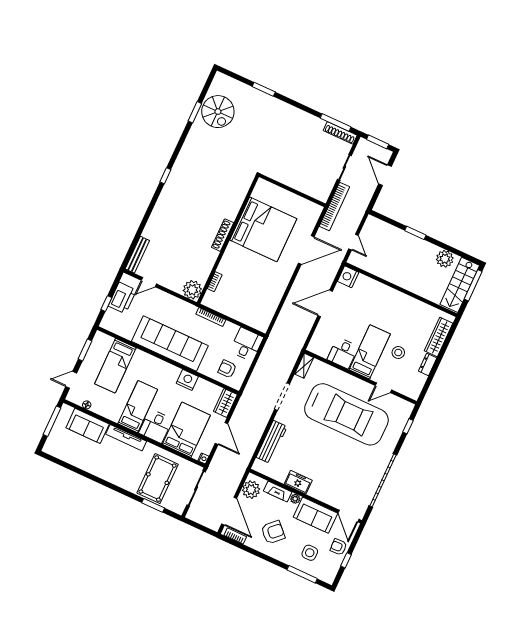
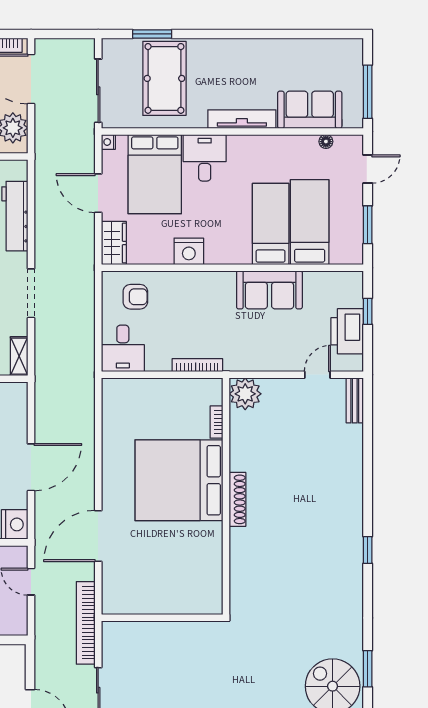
bed: (263, 229) -> (179, 480), moved
bench: (137, 255) -> (355, 400), width x0.73
sofa: (170, 344) -> (269, 290), width x0.54, depth x0.79
bed: (138, 407) -> (271, 224), moved, turned 180

